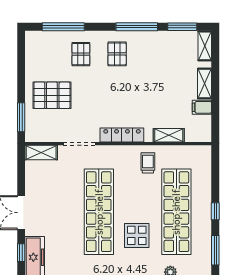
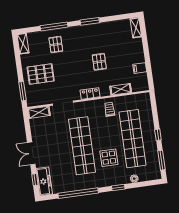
window: (63, 27) -> (54, 26), moved
window: (137, 27) -> (90, 21), width x0.69
window: (182, 27) -> (119, 17), removed
pallet: (117, 54) -> (99, 62), moved
shelving: (205, 84) -> (23, 44), moved
locker: (122, 135) -> (90, 93), width x0.66

